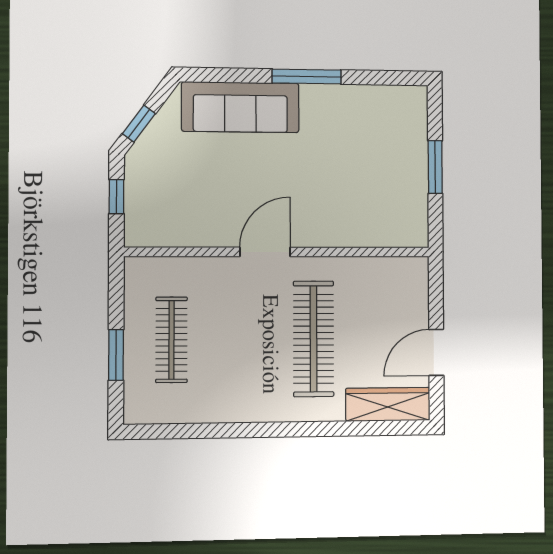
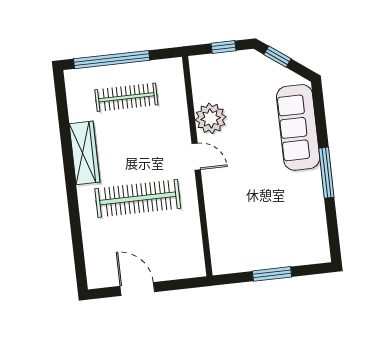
plant: (214, 226) -> (211, 118), added
door: (265, 252) -> (196, 157), width x0.73
window: (116, 355) -> (112, 60), width x2.11
wardrobe: (388, 404) -> (84, 153), moved

